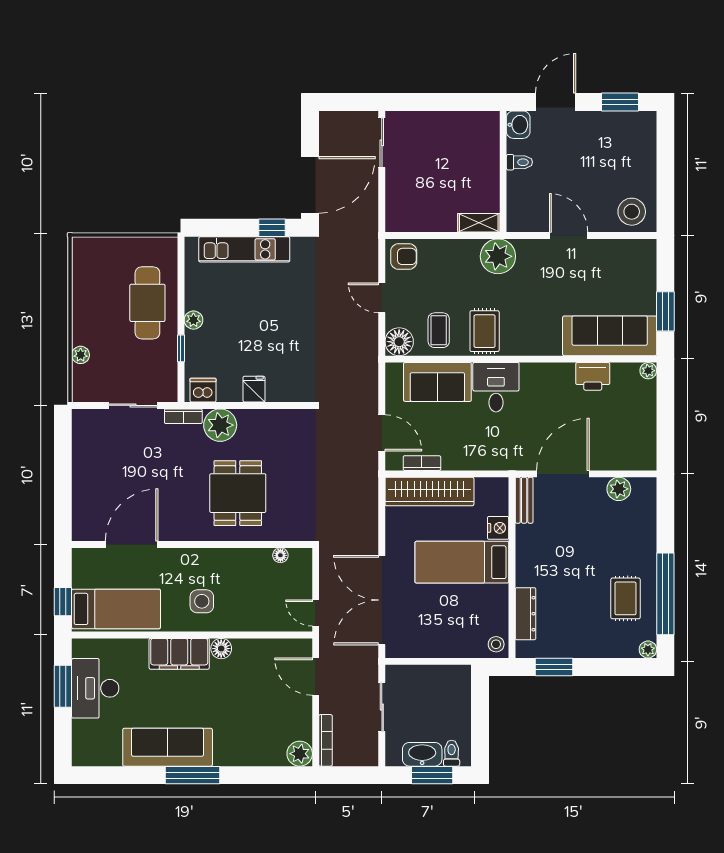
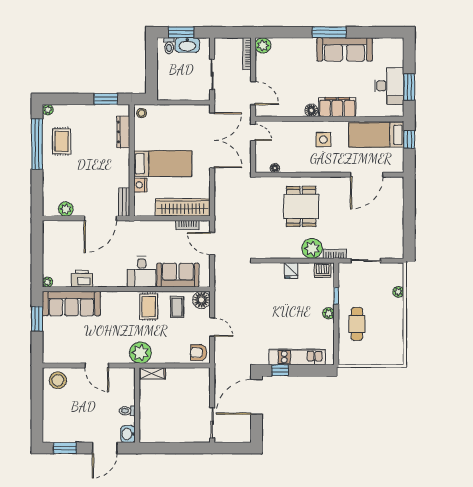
cafe table: (147, 303) -> (357, 324), width x0.73, depth x0.74

